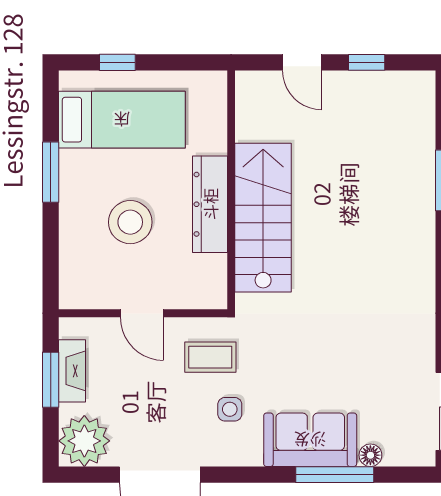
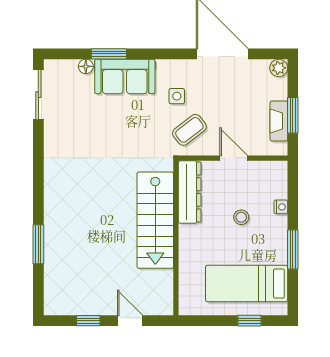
dresser: (210, 204) -> (190, 192), moved
stool: (130, 222) -> (241, 217), width x0.53, depth x0.53
nightstand: (69, 238) -> (281, 207), added
coffee table: (210, 357) -> (189, 130), turned -38
plant: (84, 441) -> (279, 68), width x0.53, depth x0.53
window: (335, 475) -> (109, 54), width x0.69

